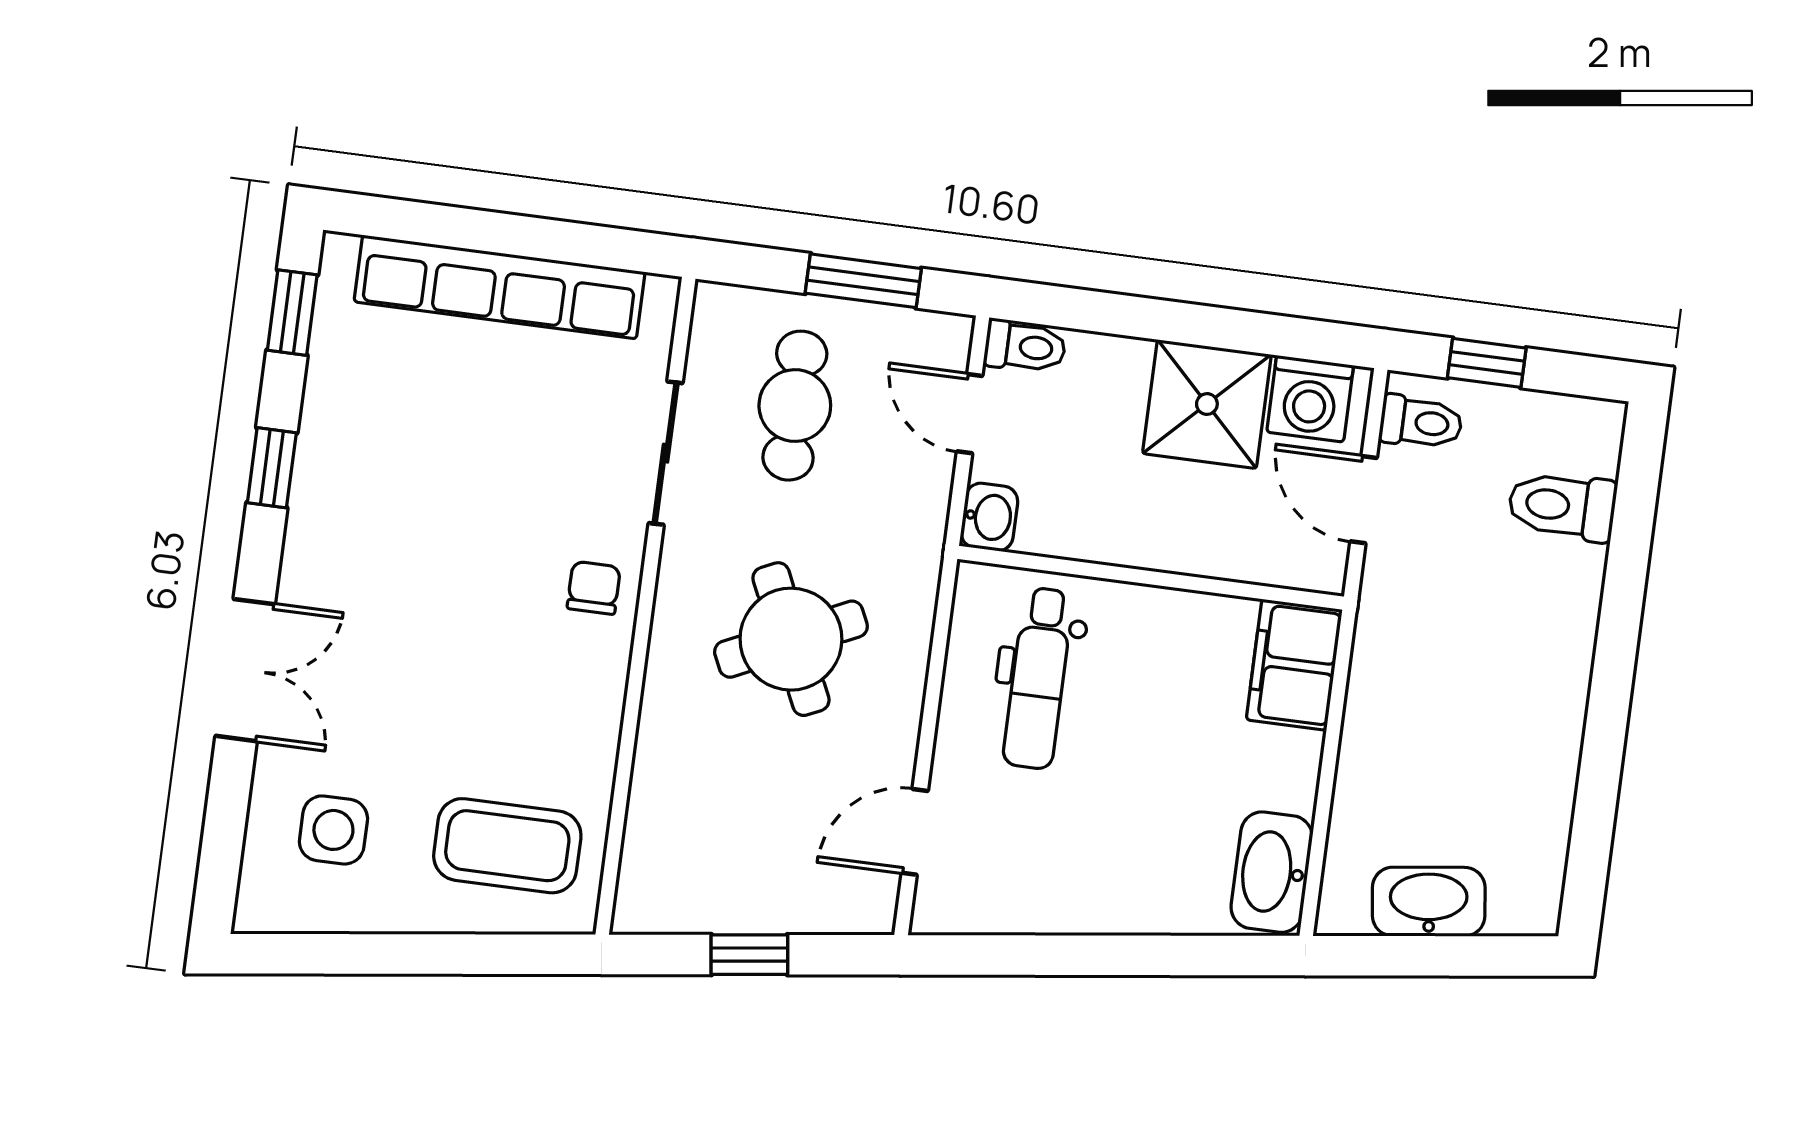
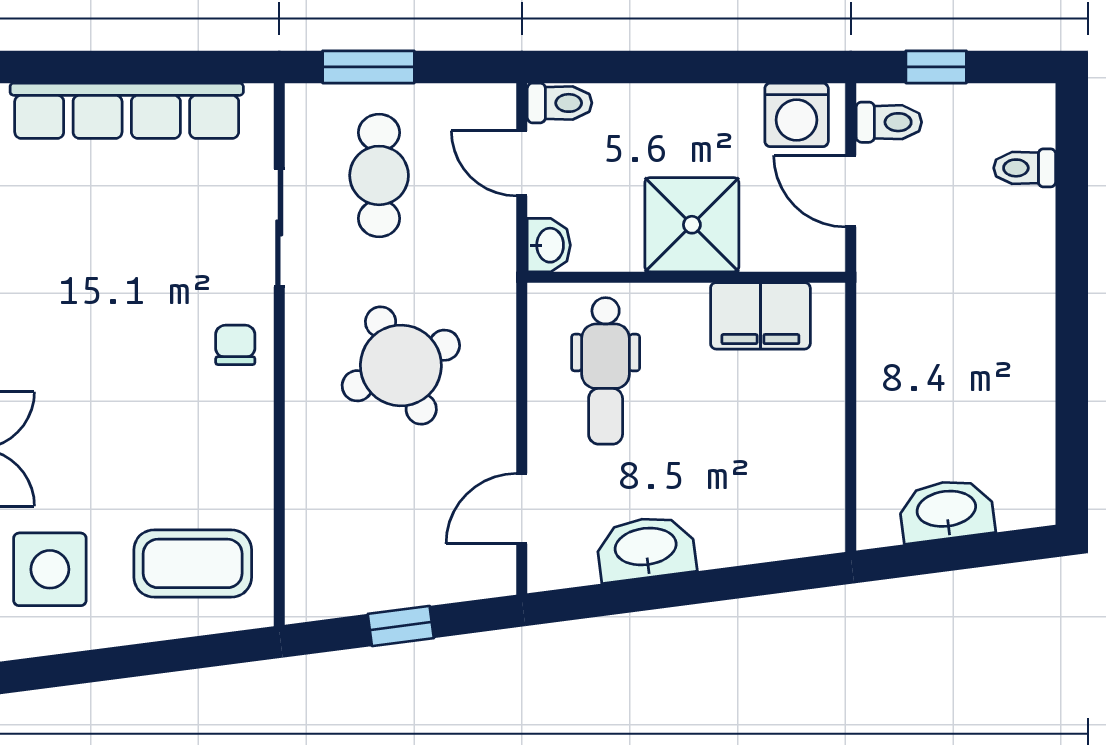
window: (863, 281) -> (368, 67), moved
shower: (1207, 404) -> (692, 225), moved
toilet: (1562, 506) -> (1025, 168), width x0.73, depth x0.72
filing cabinet: (1294, 665) -> (760, 316), moved, turned -90
side table: (333, 830) -> (50, 569), width x1.37, depth x1.37
washbasin: (1272, 872) -> (646, 548), moved, turned 83

